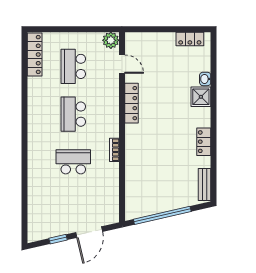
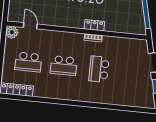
door: (122, 64) -> (30, 26), hinge flipped
locker: (131, 103) -> (94, 25), moved, width x0.66

